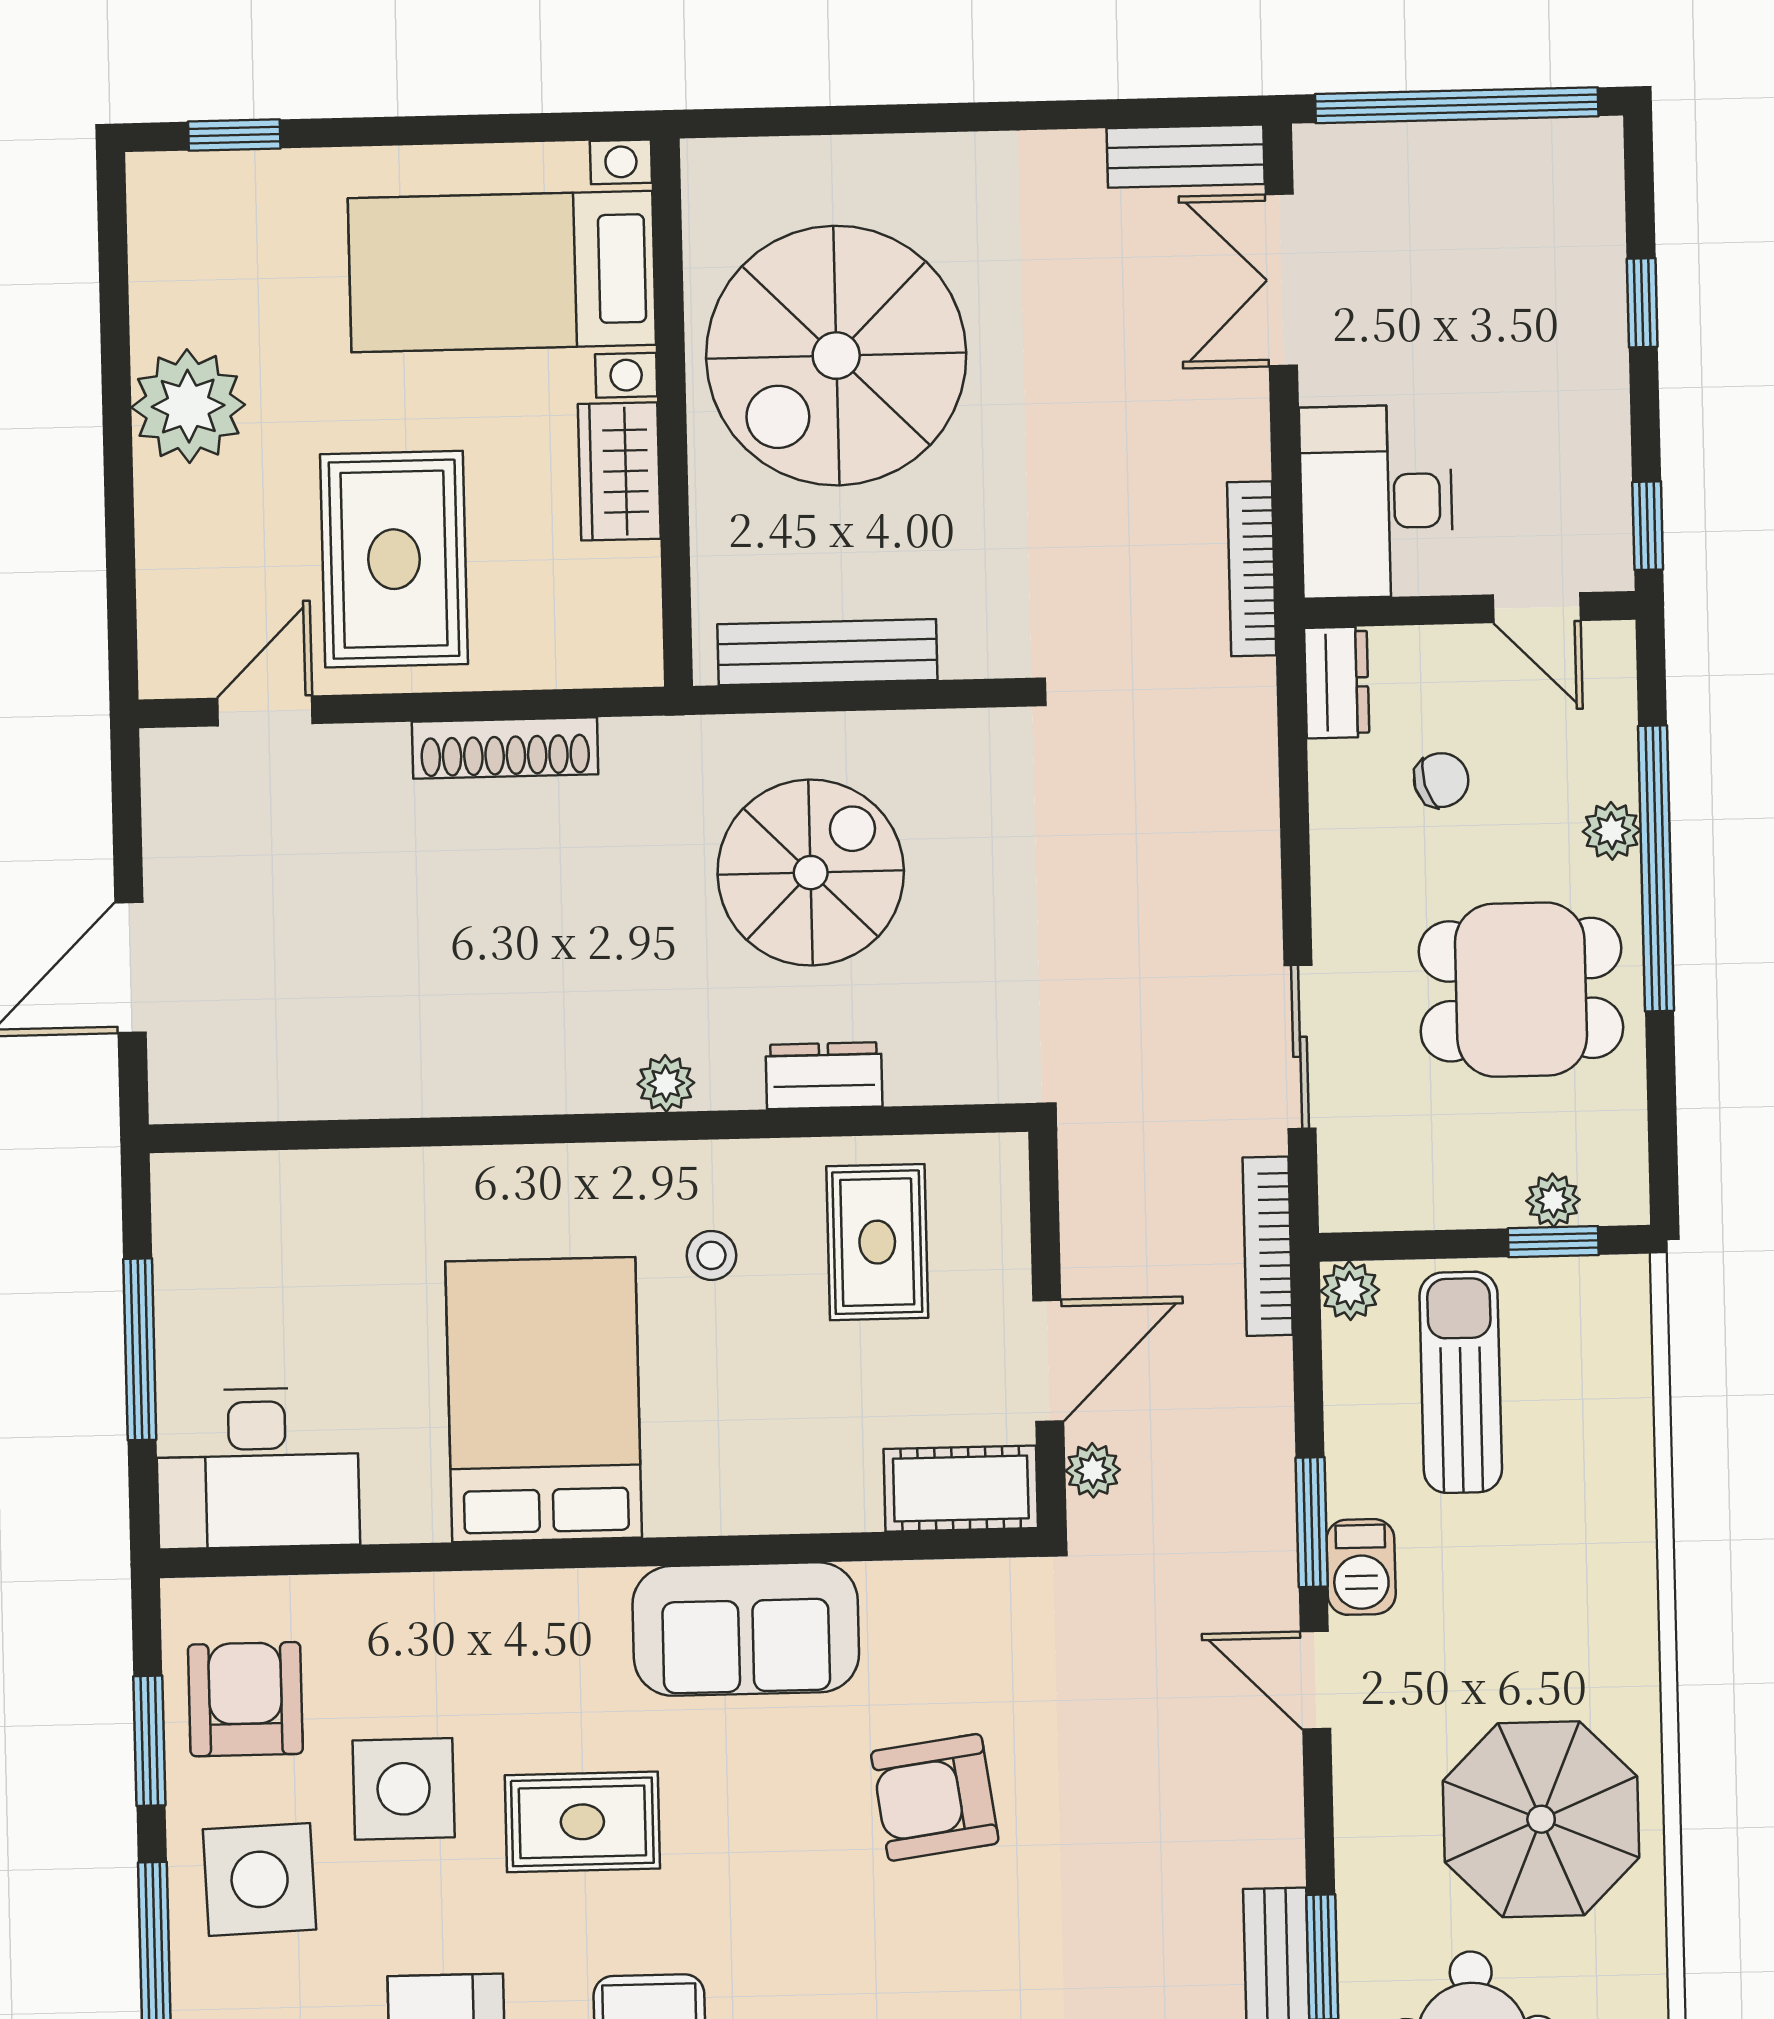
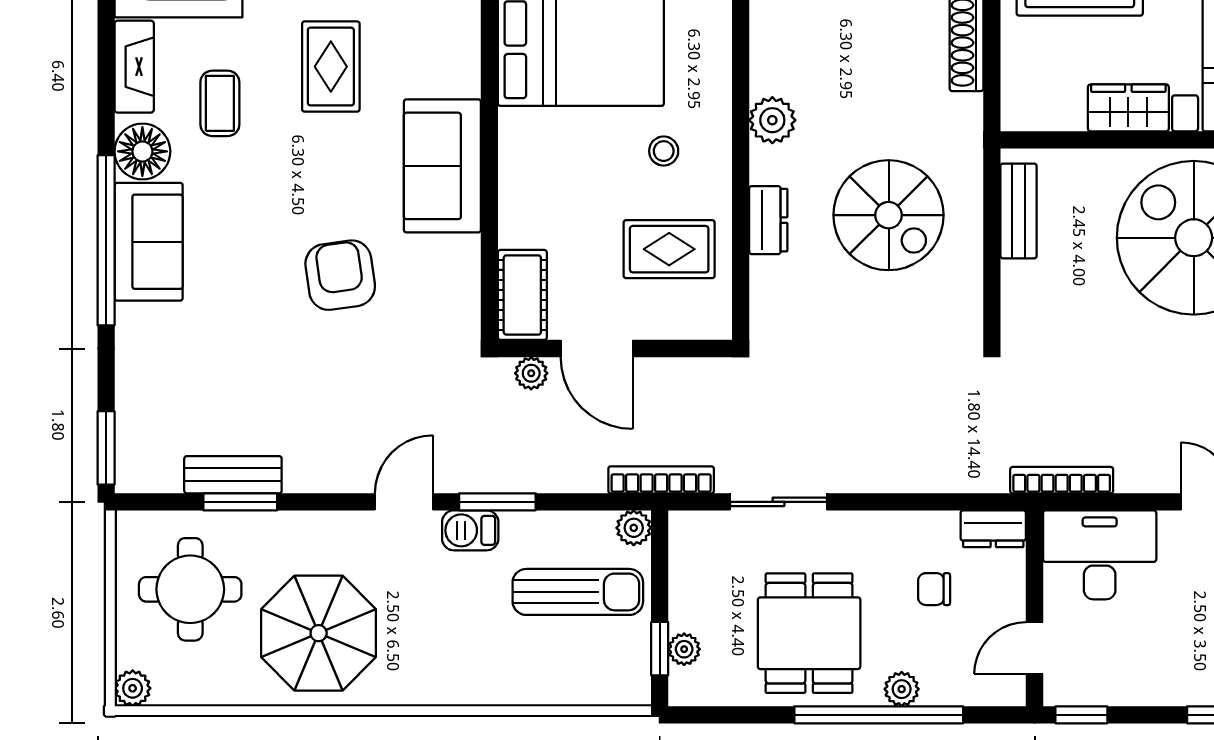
bench: (827, 652) -> (1019, 211), width x0.73
chair: (1441, 780) -> (934, 589), turned 106
plant: (666, 1083) -> (772, 120), width x1.38, depth x1.38

